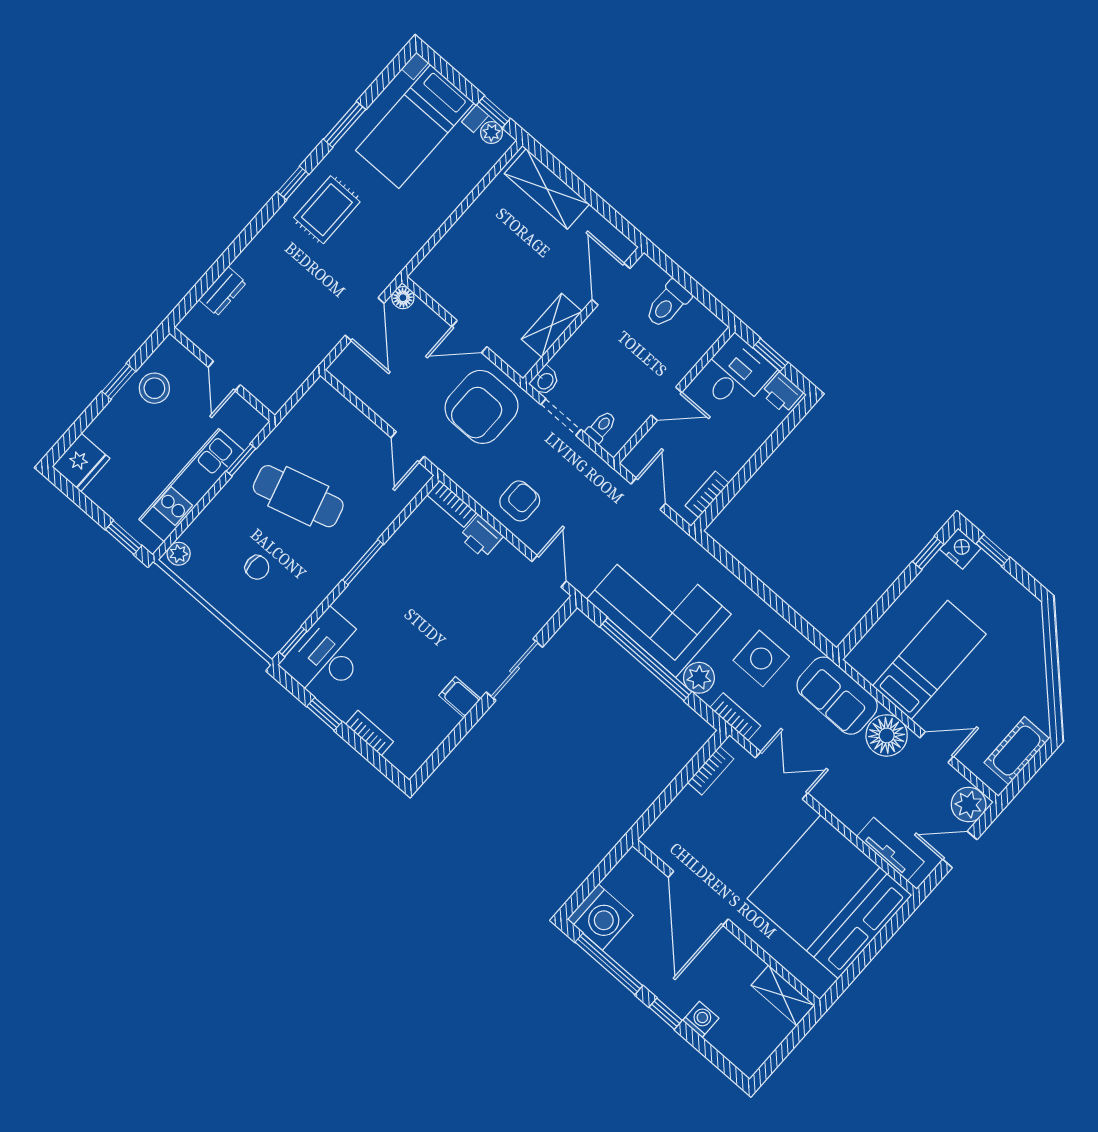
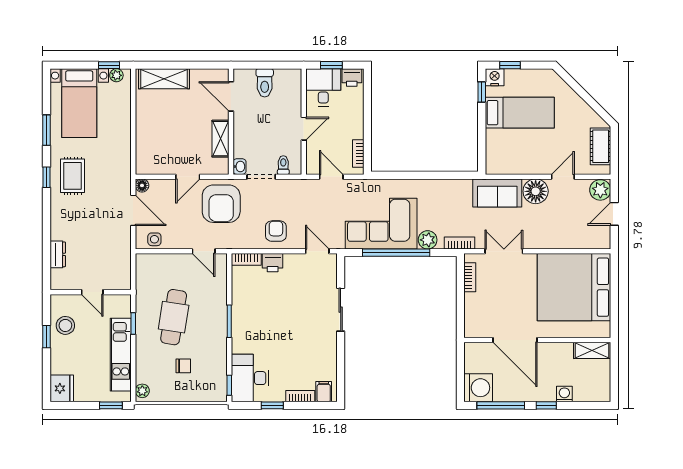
cafe table: (298, 496) -> (174, 317), turned -65
side table: (761, 658) -> (154, 239), moved, width x0.54, depth x0.54
bed: (929, 660) -> (520, 113), moved, turned 90
filing cabinet: (460, 697) -> (324, 392), moved, turned 90
tv unit: (890, 849) -> (583, 241), removed

